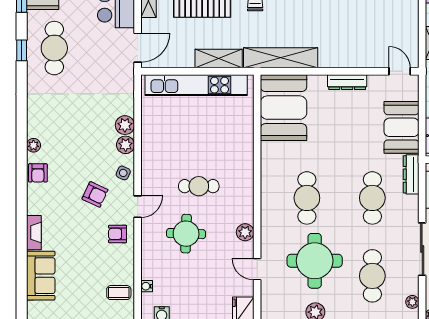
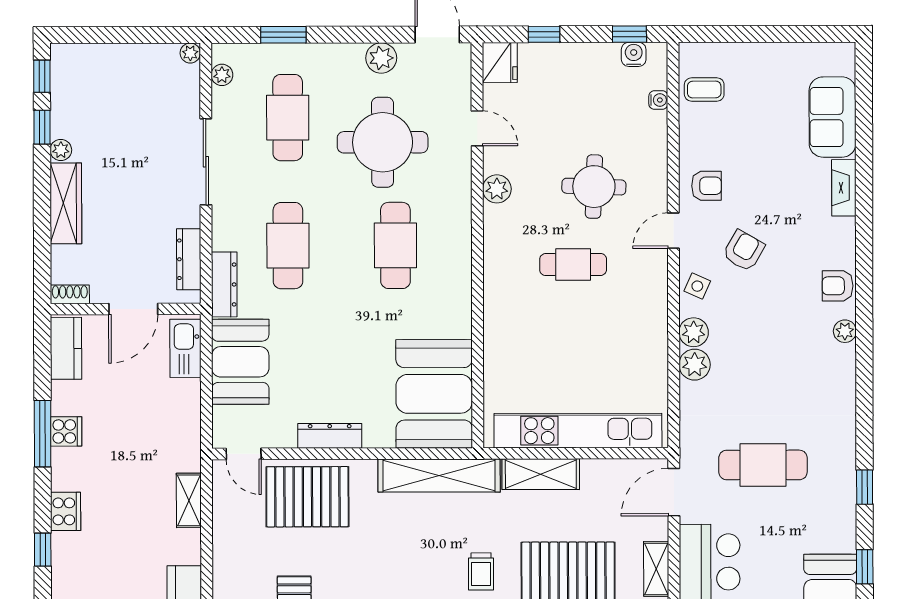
pallet: (361, 45) -> (307, 497), added
cafe table: (54, 48) -> (763, 465), moved, turned 90
armchair: (38, 173) -> (838, 286), turned -90
armchair: (95, 194) -> (744, 251), turned 95

